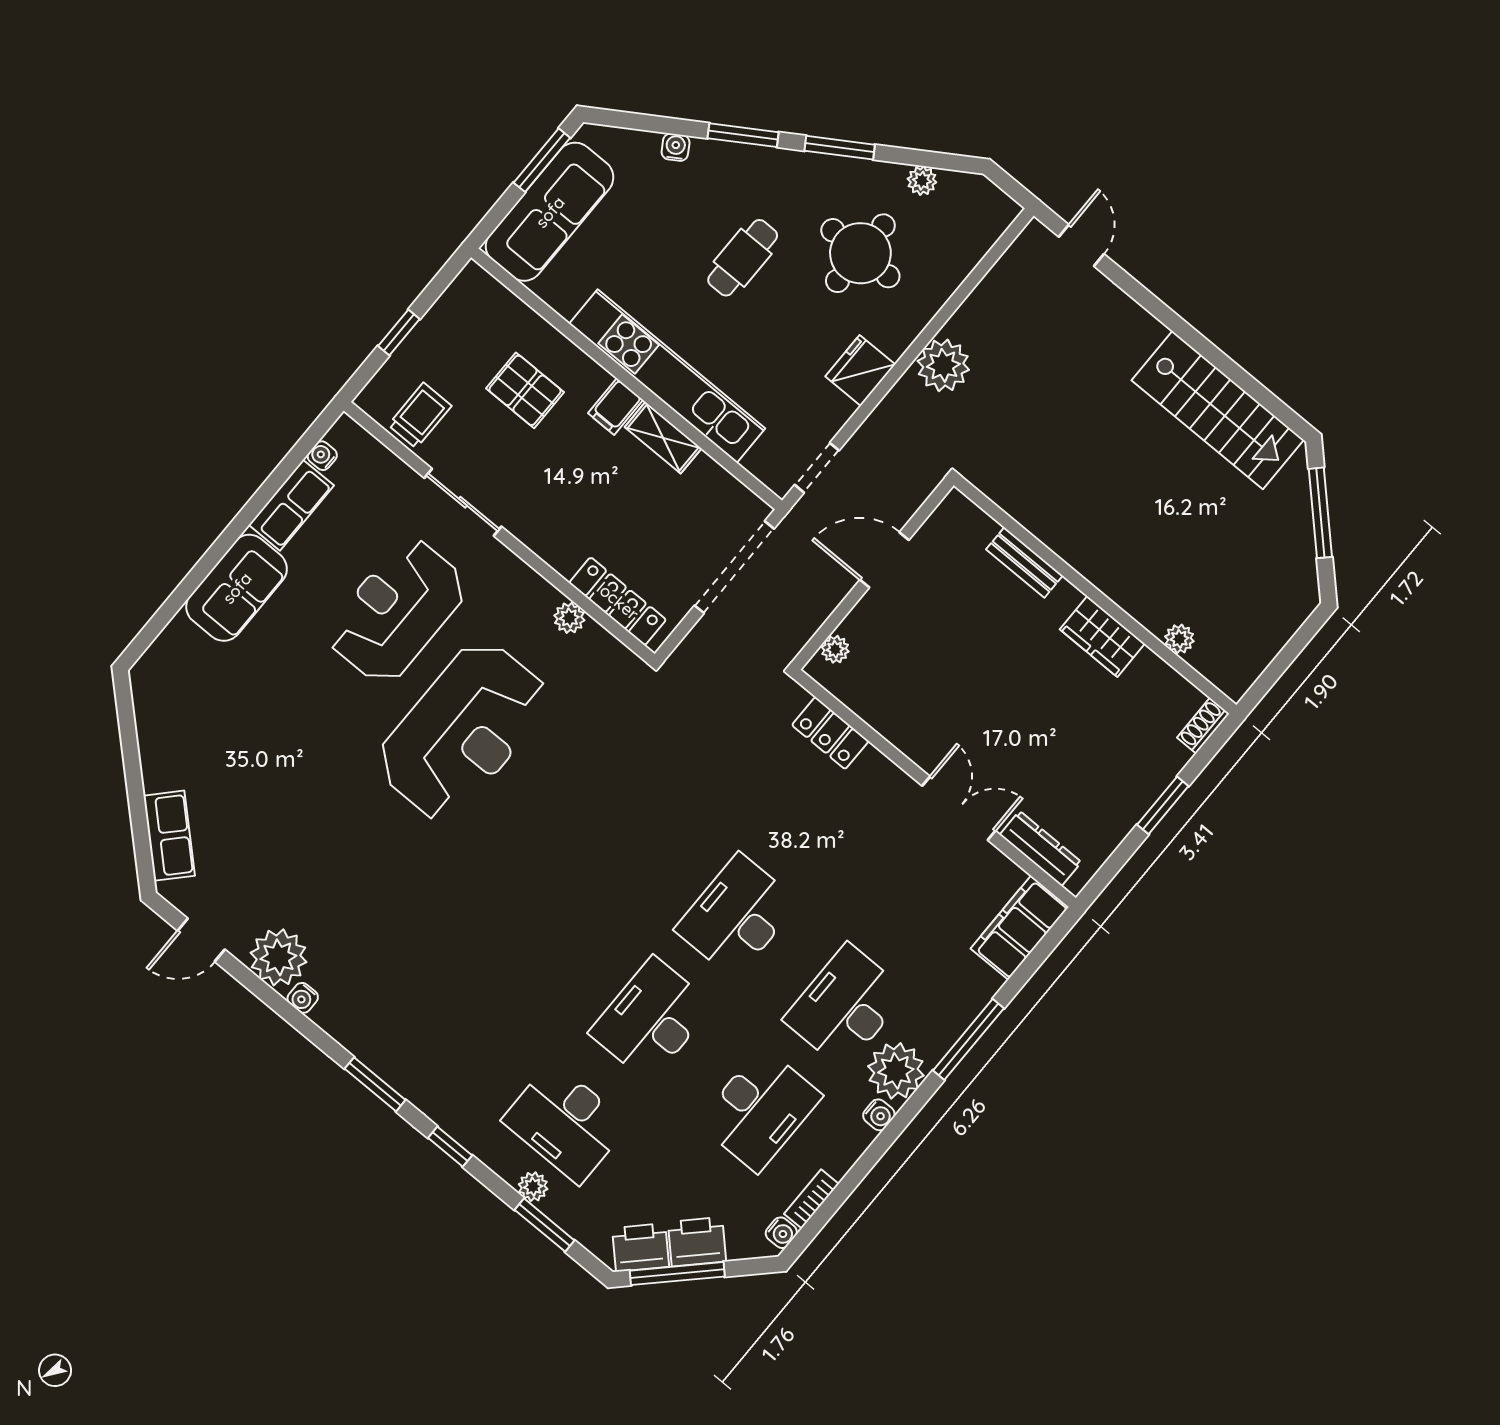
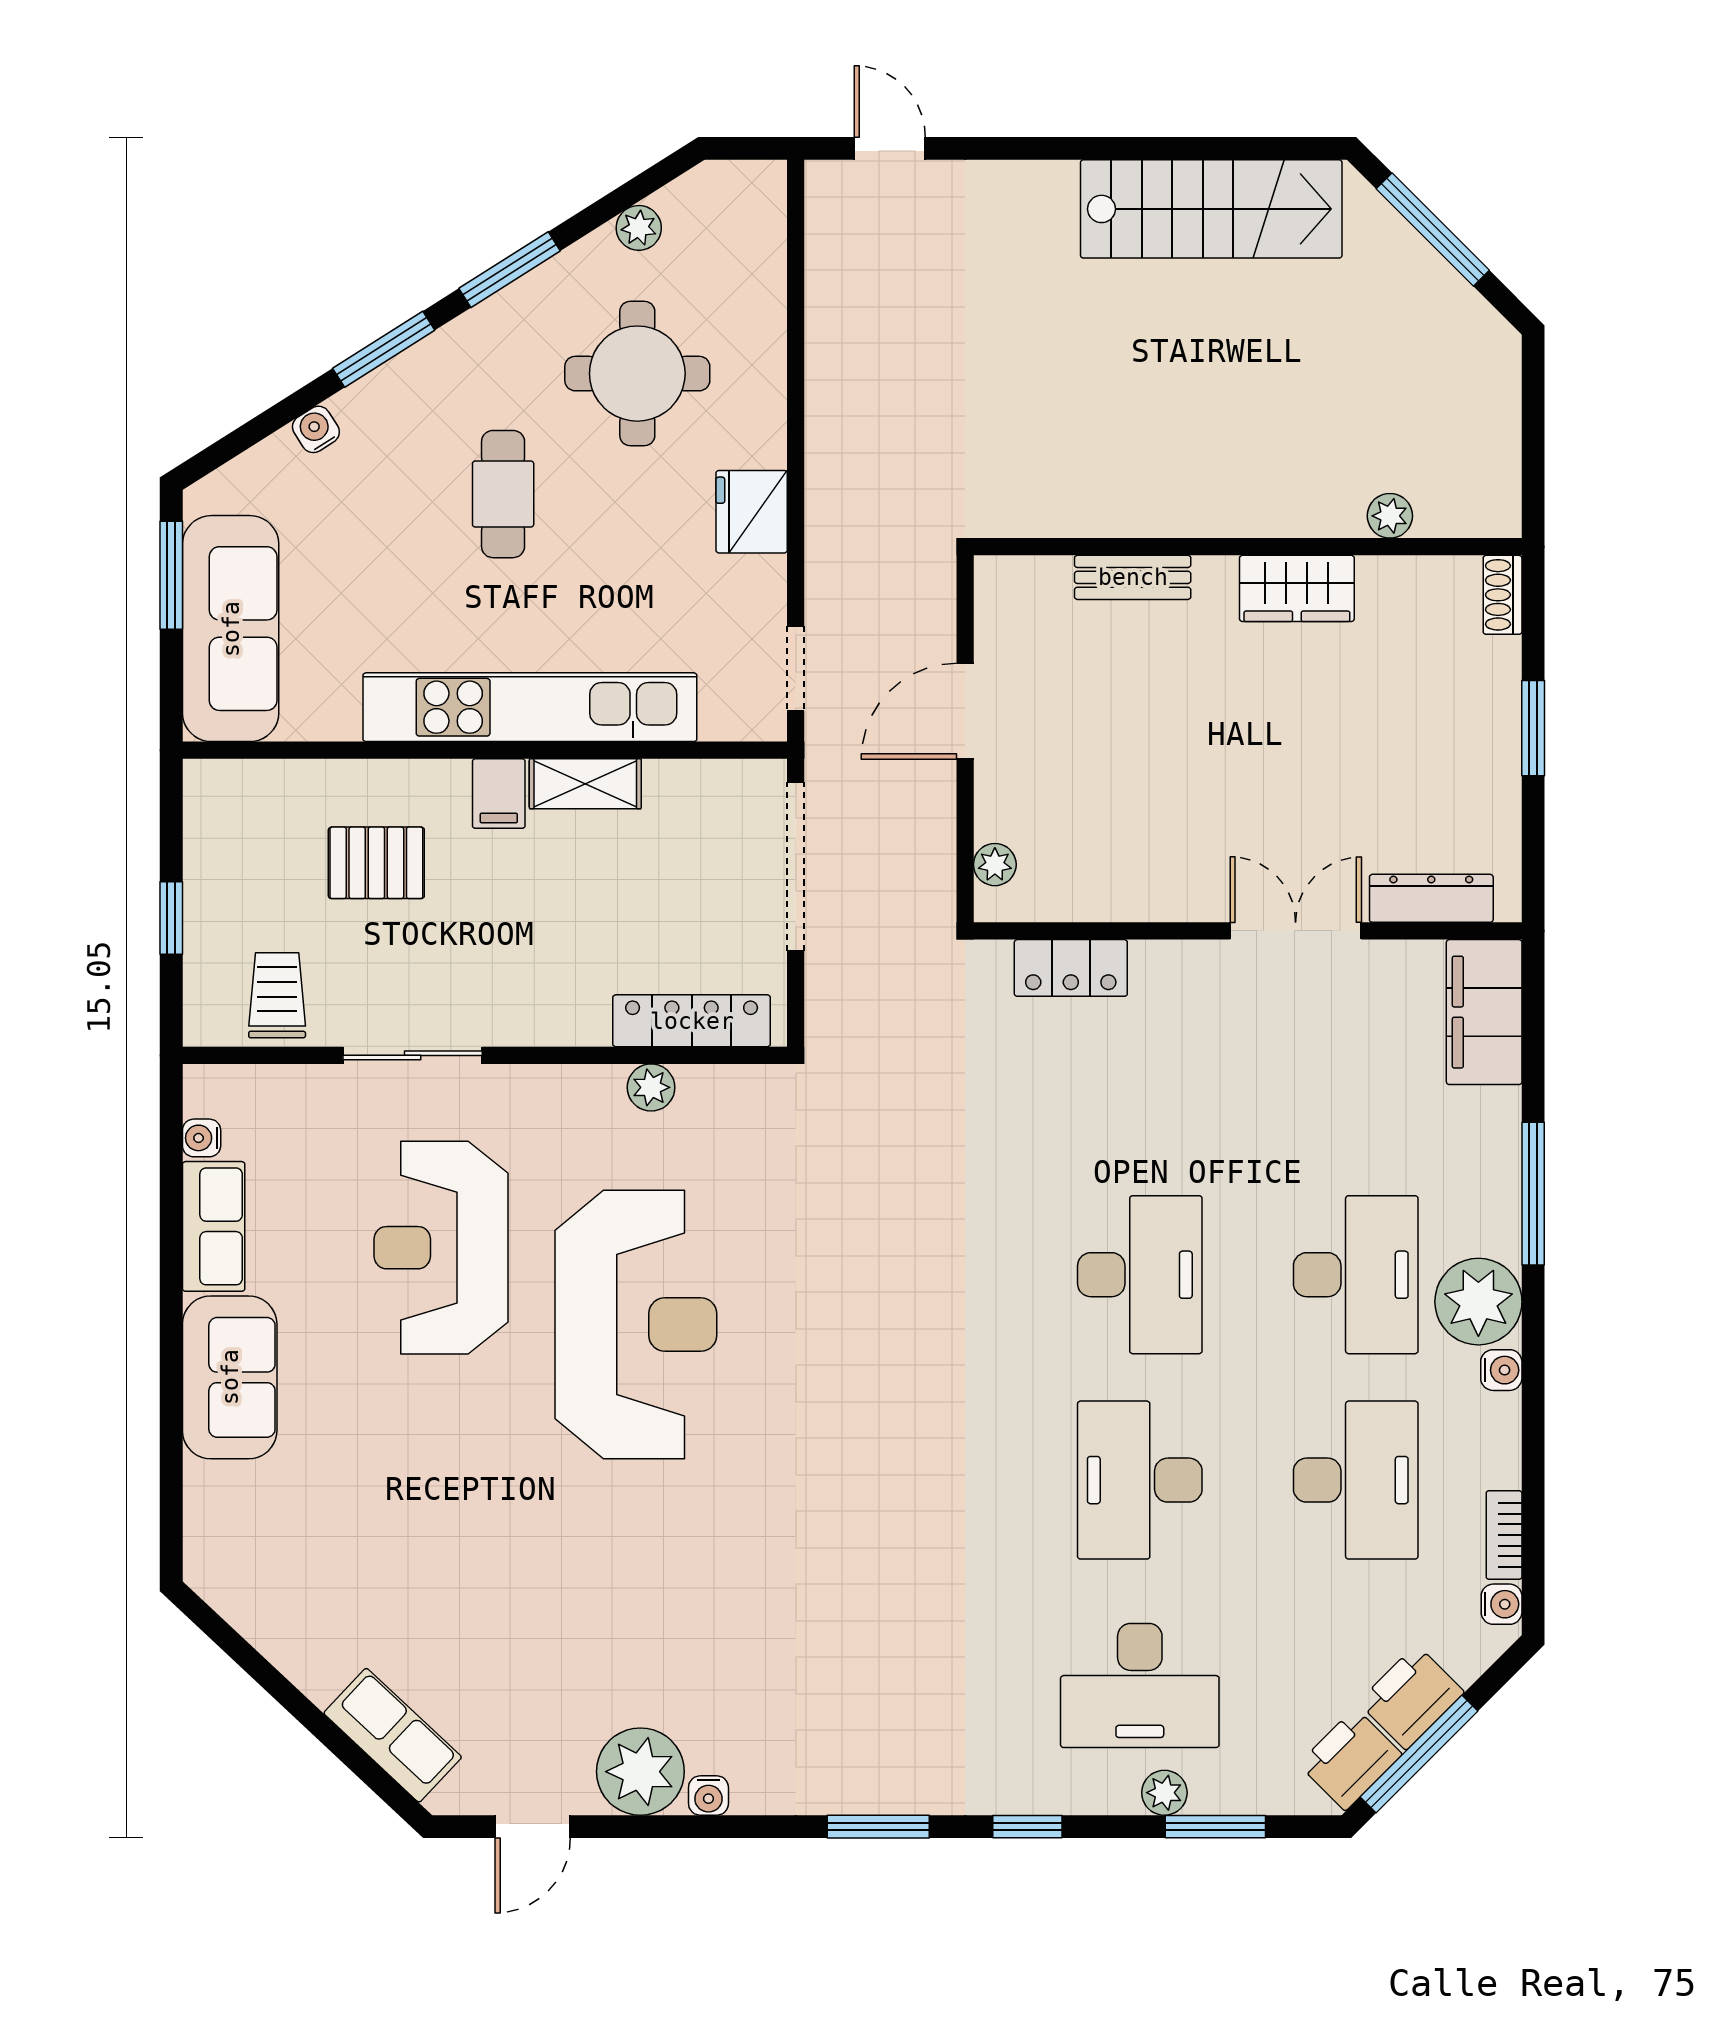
plant: (943, 365) -> (844, 425), removed
desk: (737, 916) -> (1140, 1275), turned 180
desk: (845, 1006) -> (1356, 1275), turned 180

